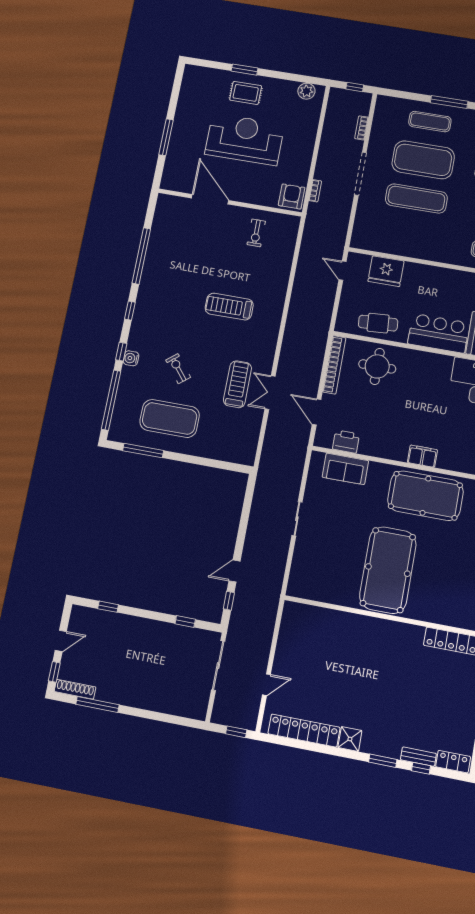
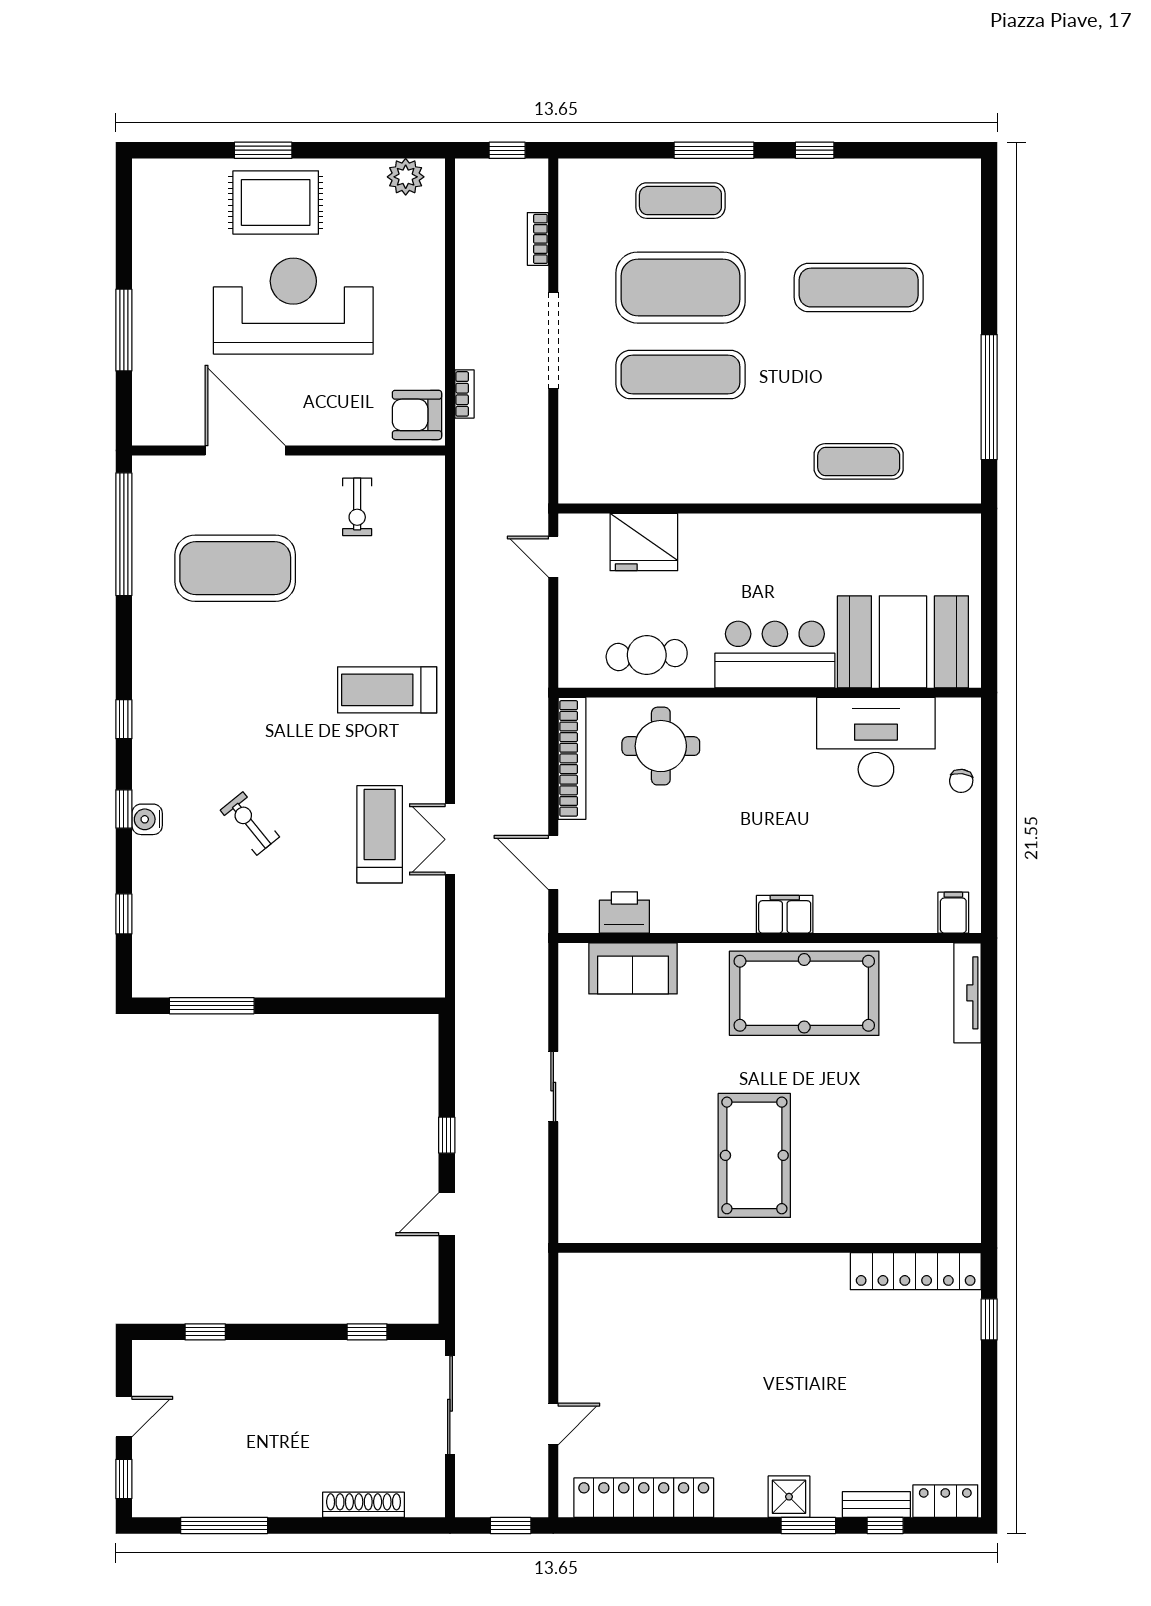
rug: (246, 93) -> (276, 202), width x1.36, depth x1.43
armchair: (292, 196) -> (417, 415), turned -90
window: (141, 256) -> (124, 534), moved
treadmill: (229, 307) -> (387, 690), moved
window: (111, 400) -> (124, 914), width x0.32
exercise mat: (170, 418) -> (235, 568), moved
pool table: (388, 570) -> (754, 1155), width x0.73, depth x0.76
window: (229, 601) -> (447, 1135), moved
shoe rack: (75, 689) -> (364, 1505), moved
shower: (350, 739) -> (789, 1497), moved

